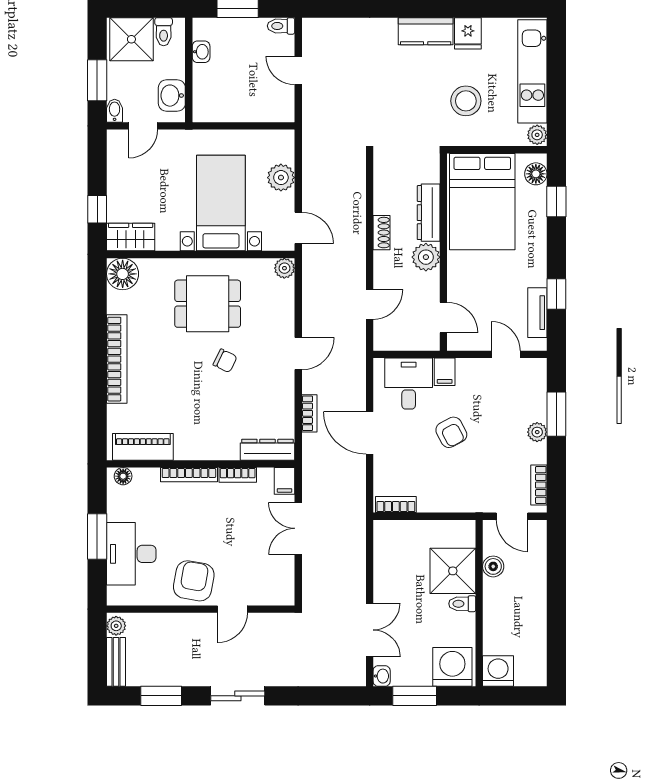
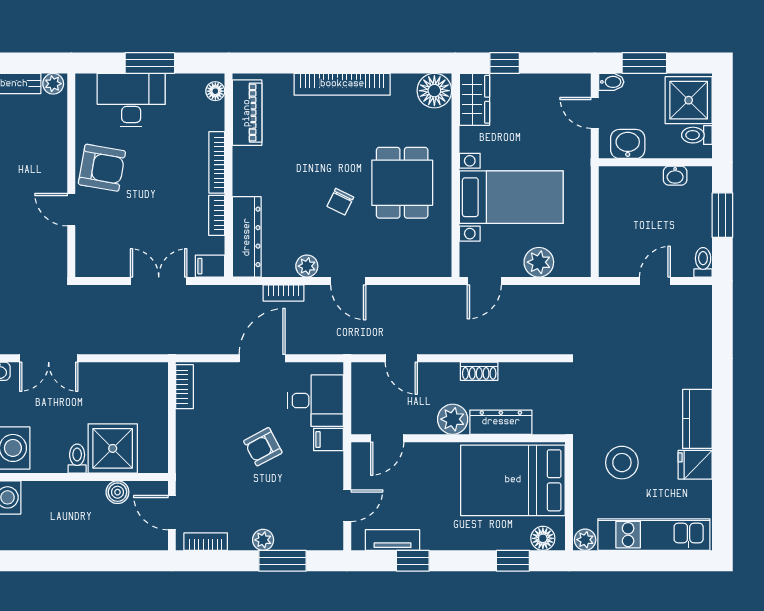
plant: (284, 268) -> (307, 266), moved
dresser: (267, 450) -> (247, 237), width x1.37, depth x1.24
door: (512, 516) -> (172, 513), hinge flipped

